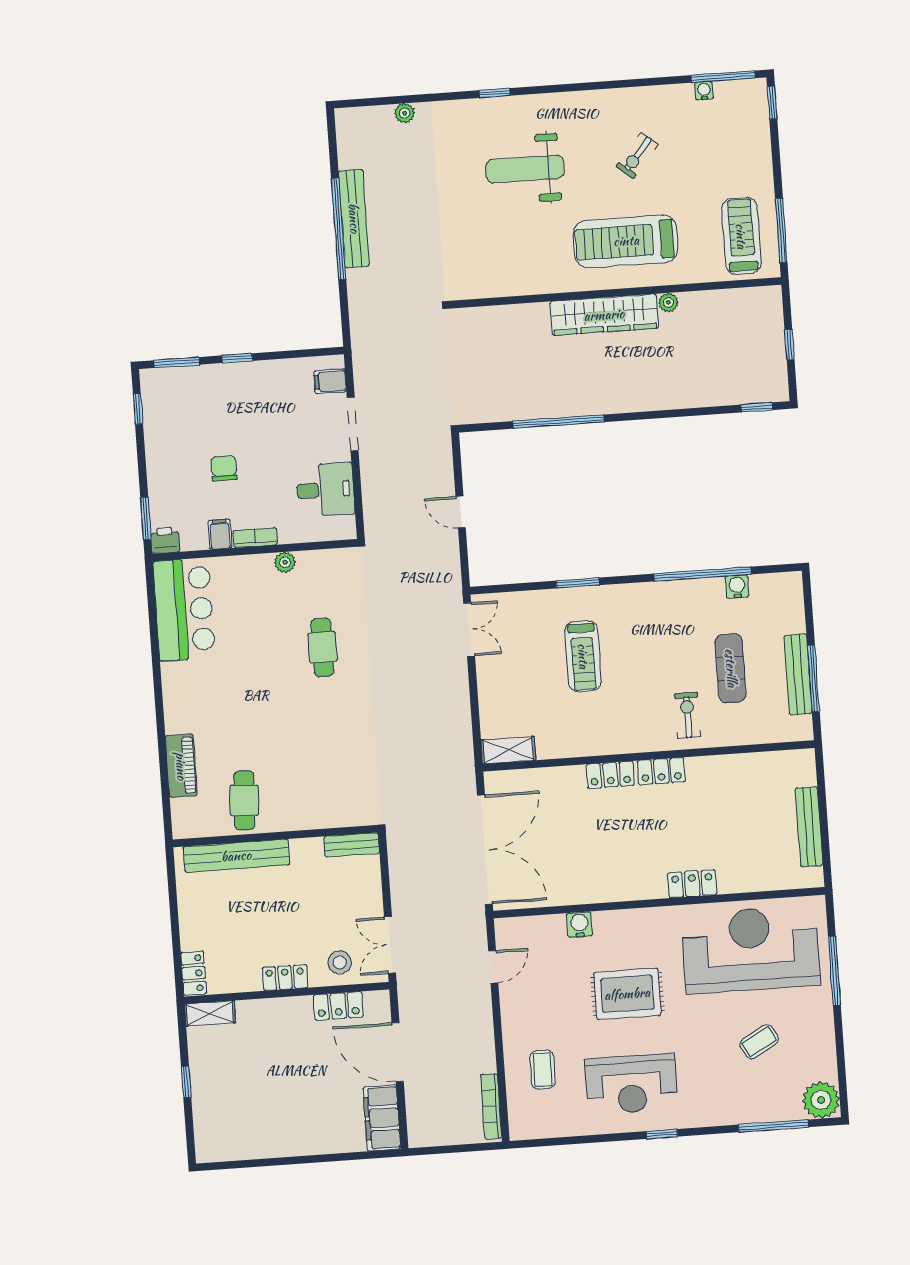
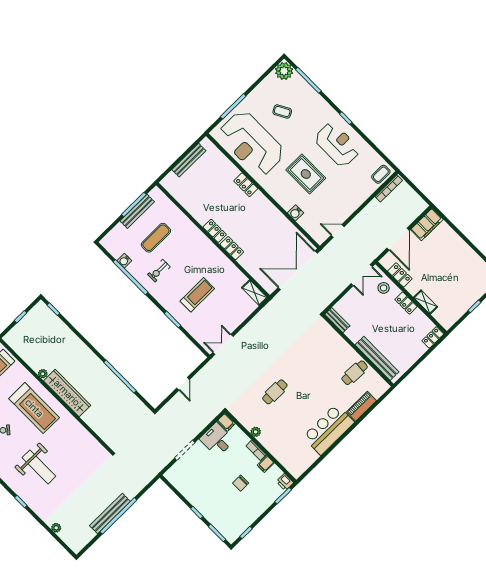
filing cabinet: (330, 381) -> (226, 422), moved
bar counter: (184, 609) -> (329, 429), moved
exercise bike: (688, 715) -> (159, 271), moved
shelving: (210, 1013) -> (426, 302), moved
coffee table: (543, 1070) -> (381, 174), moved

